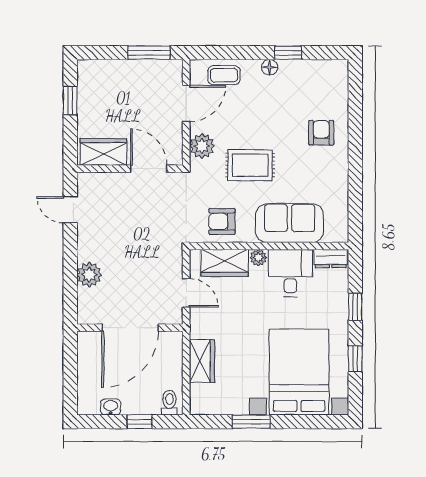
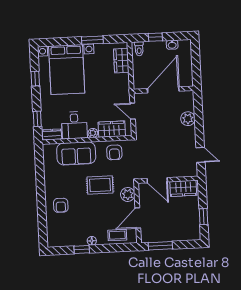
armchair: (222, 221) -> (114, 152), turned 90
window: (355, 307) -> (37, 119), moved
wardrobe: (202, 361) -> (121, 61), moved

